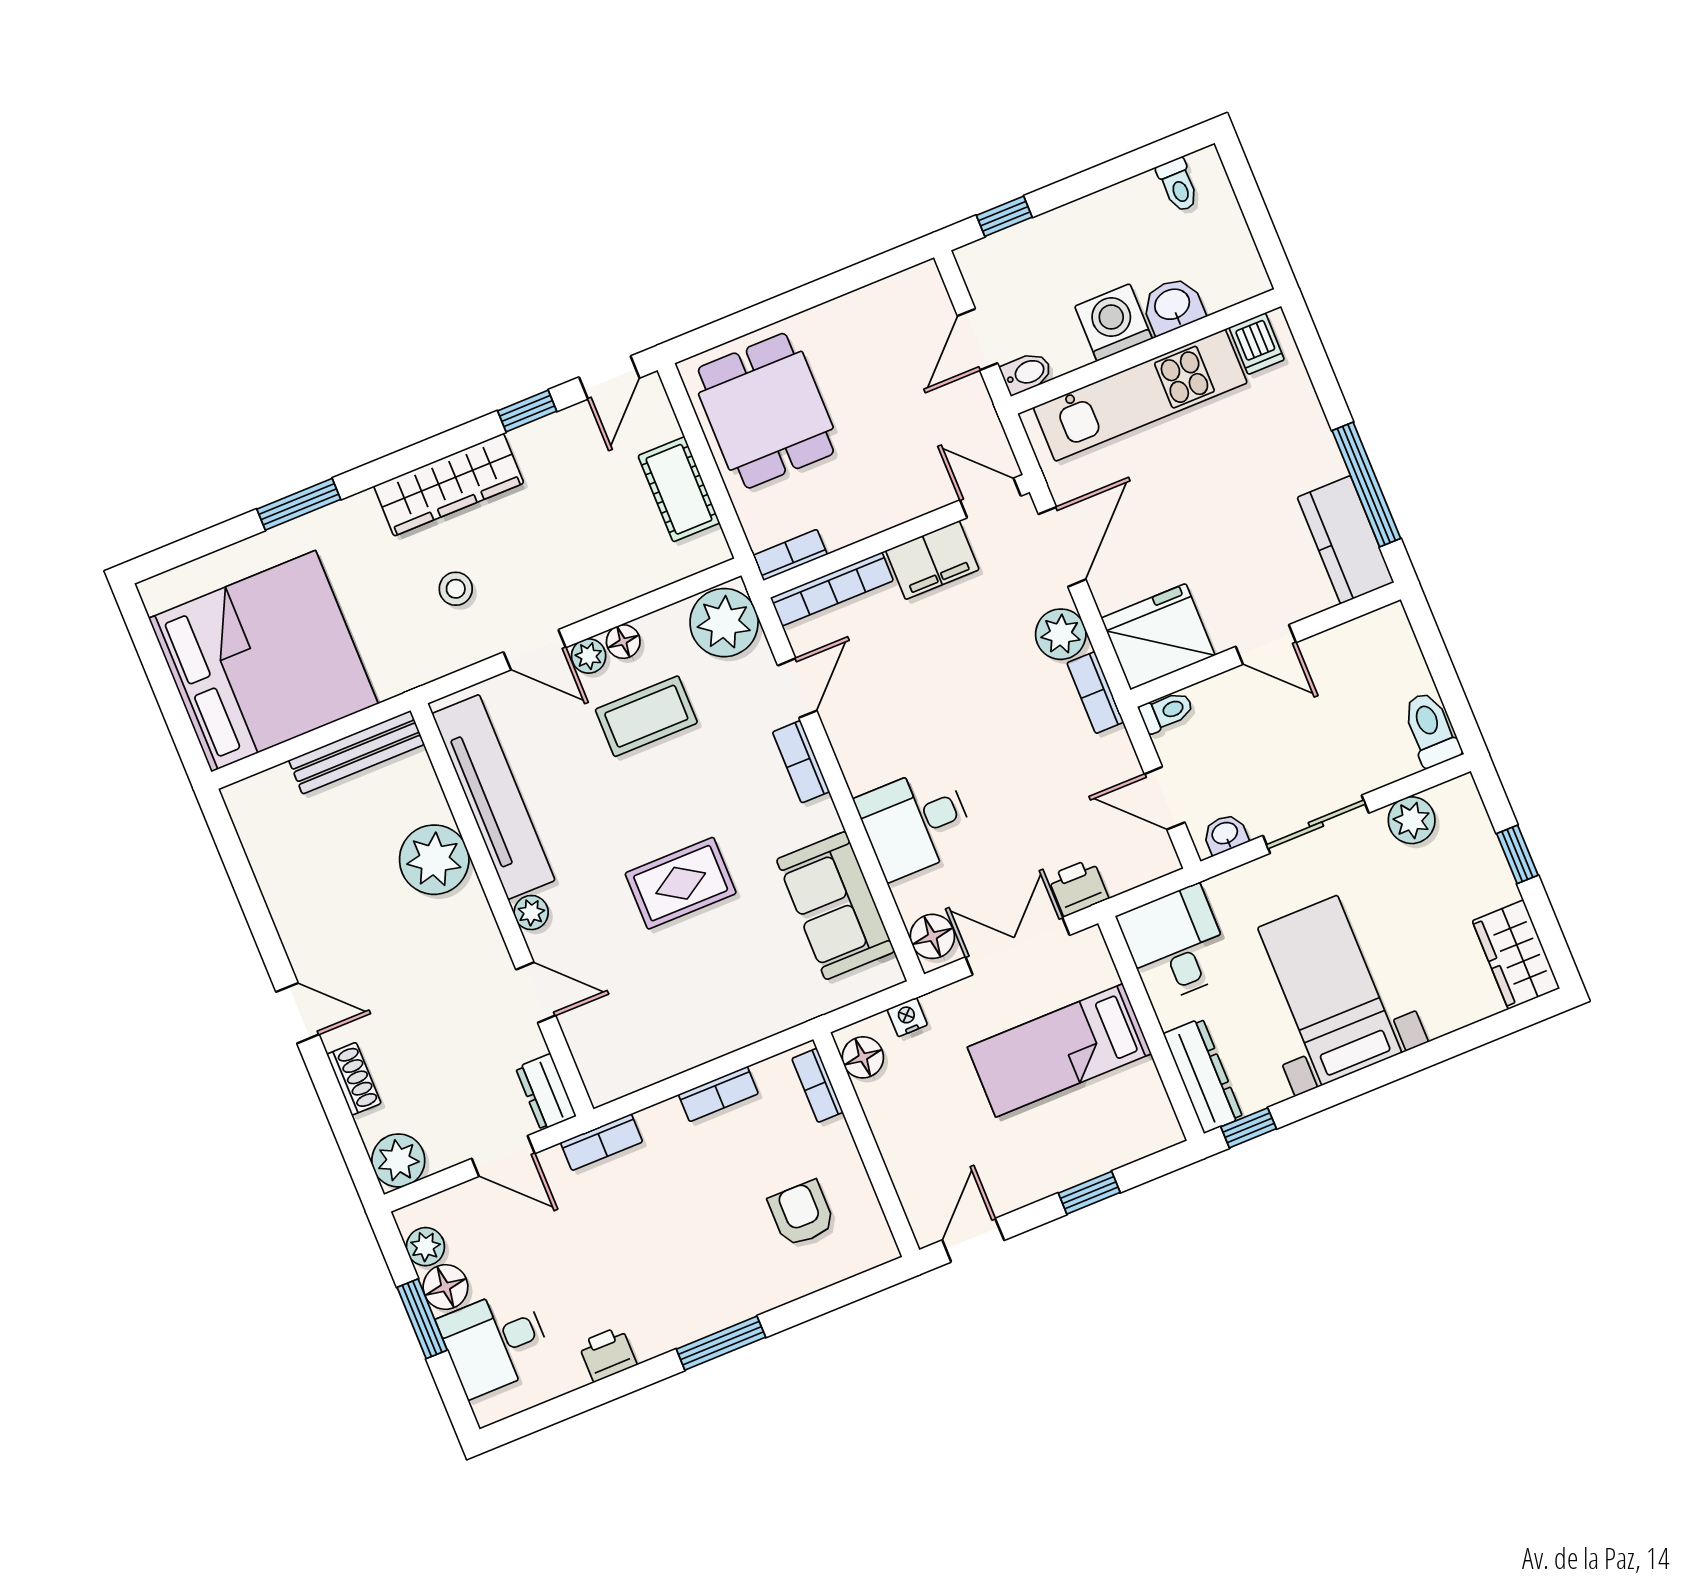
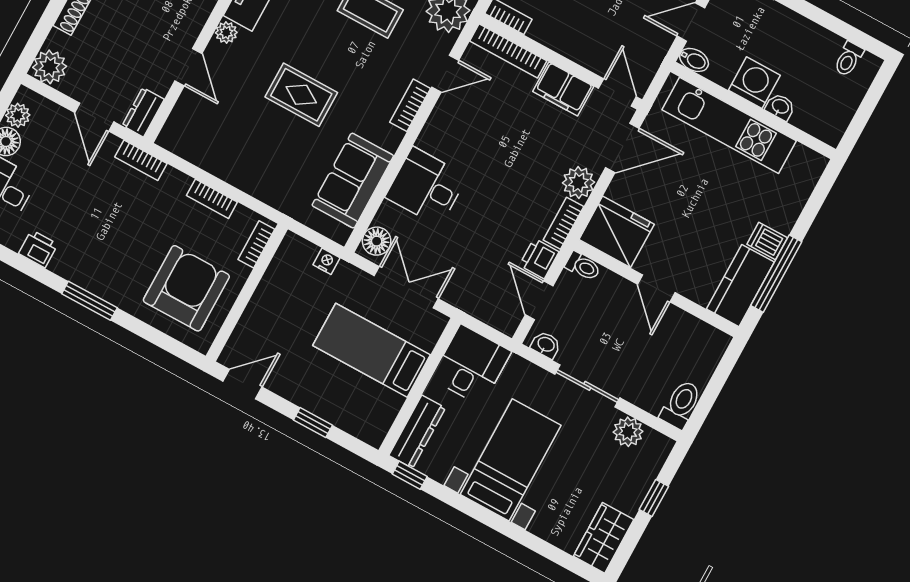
washbasin: (1173, 306) -> (780, 107), width x0.72, depth x0.69
dishwasher: (1257, 344) -> (767, 241), moved, turned 90
printer: (1078, 887) -> (539, 258), moved, turned -90
floor lamp: (863, 1057) -> (289, 256), removed
armchair: (802, 1213) -> (186, 288), width x1.88, depth x1.88

